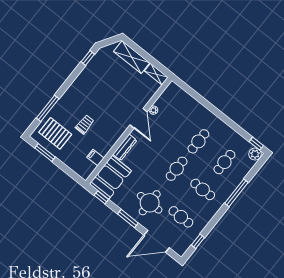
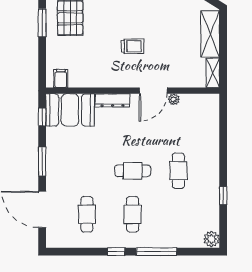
trolley: (85, 124) -> (133, 46), moved
cafe table: (198, 141) -> (178, 171), turned 90
window: (256, 144) -> (223, 196), moved
filing cabinet: (95, 158) -> (61, 79), moved
cafe table: (224, 162) -> (178, 214), removed
round table: (150, 203) -> (76, 171), removed
window: (198, 241) -> (116, 252), moved

